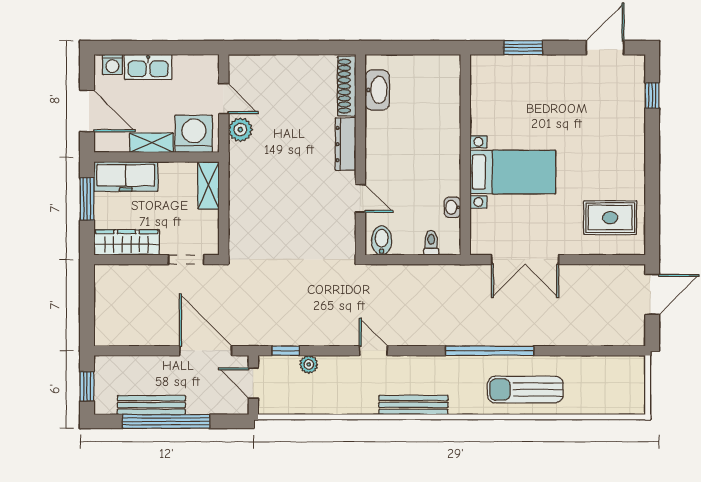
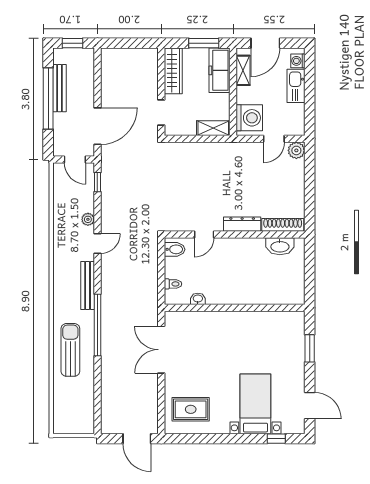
plant: (240, 130) -> (296, 150), moved
shelving: (151, 143) -> (243, 70), moved
bed with nightstands: (513, 172) -> (255, 404), moved, turned 180
rug: (610, 218) -> (191, 409), turned 90
plant: (309, 364) -> (88, 219), moved
door: (253, 383) -> (75, 160), swing flipped
bench: (413, 405) -> (88, 286), moved

